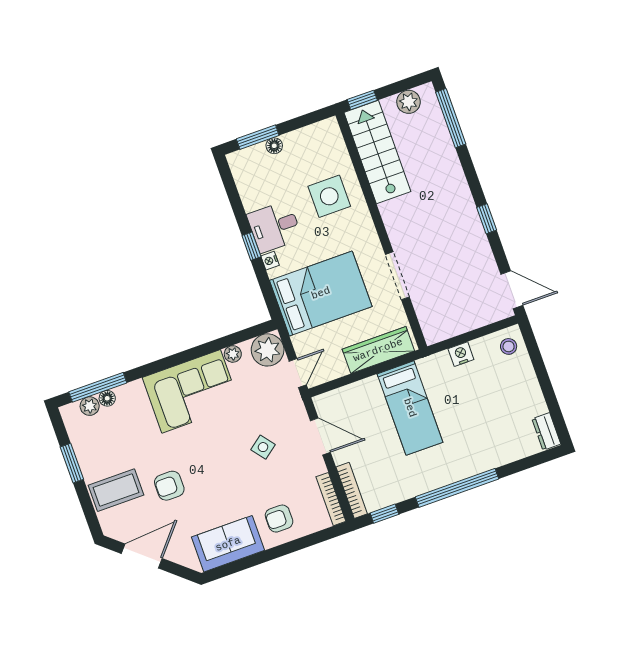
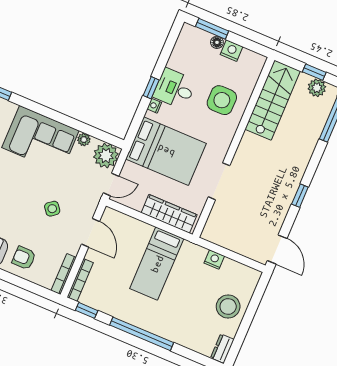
window: (362, 100) -> (314, 72), moved
nightstand: (295, 141) -> (231, 51), added
stool: (509, 346) -> (228, 307), moved, width x1.89, depth x1.89

